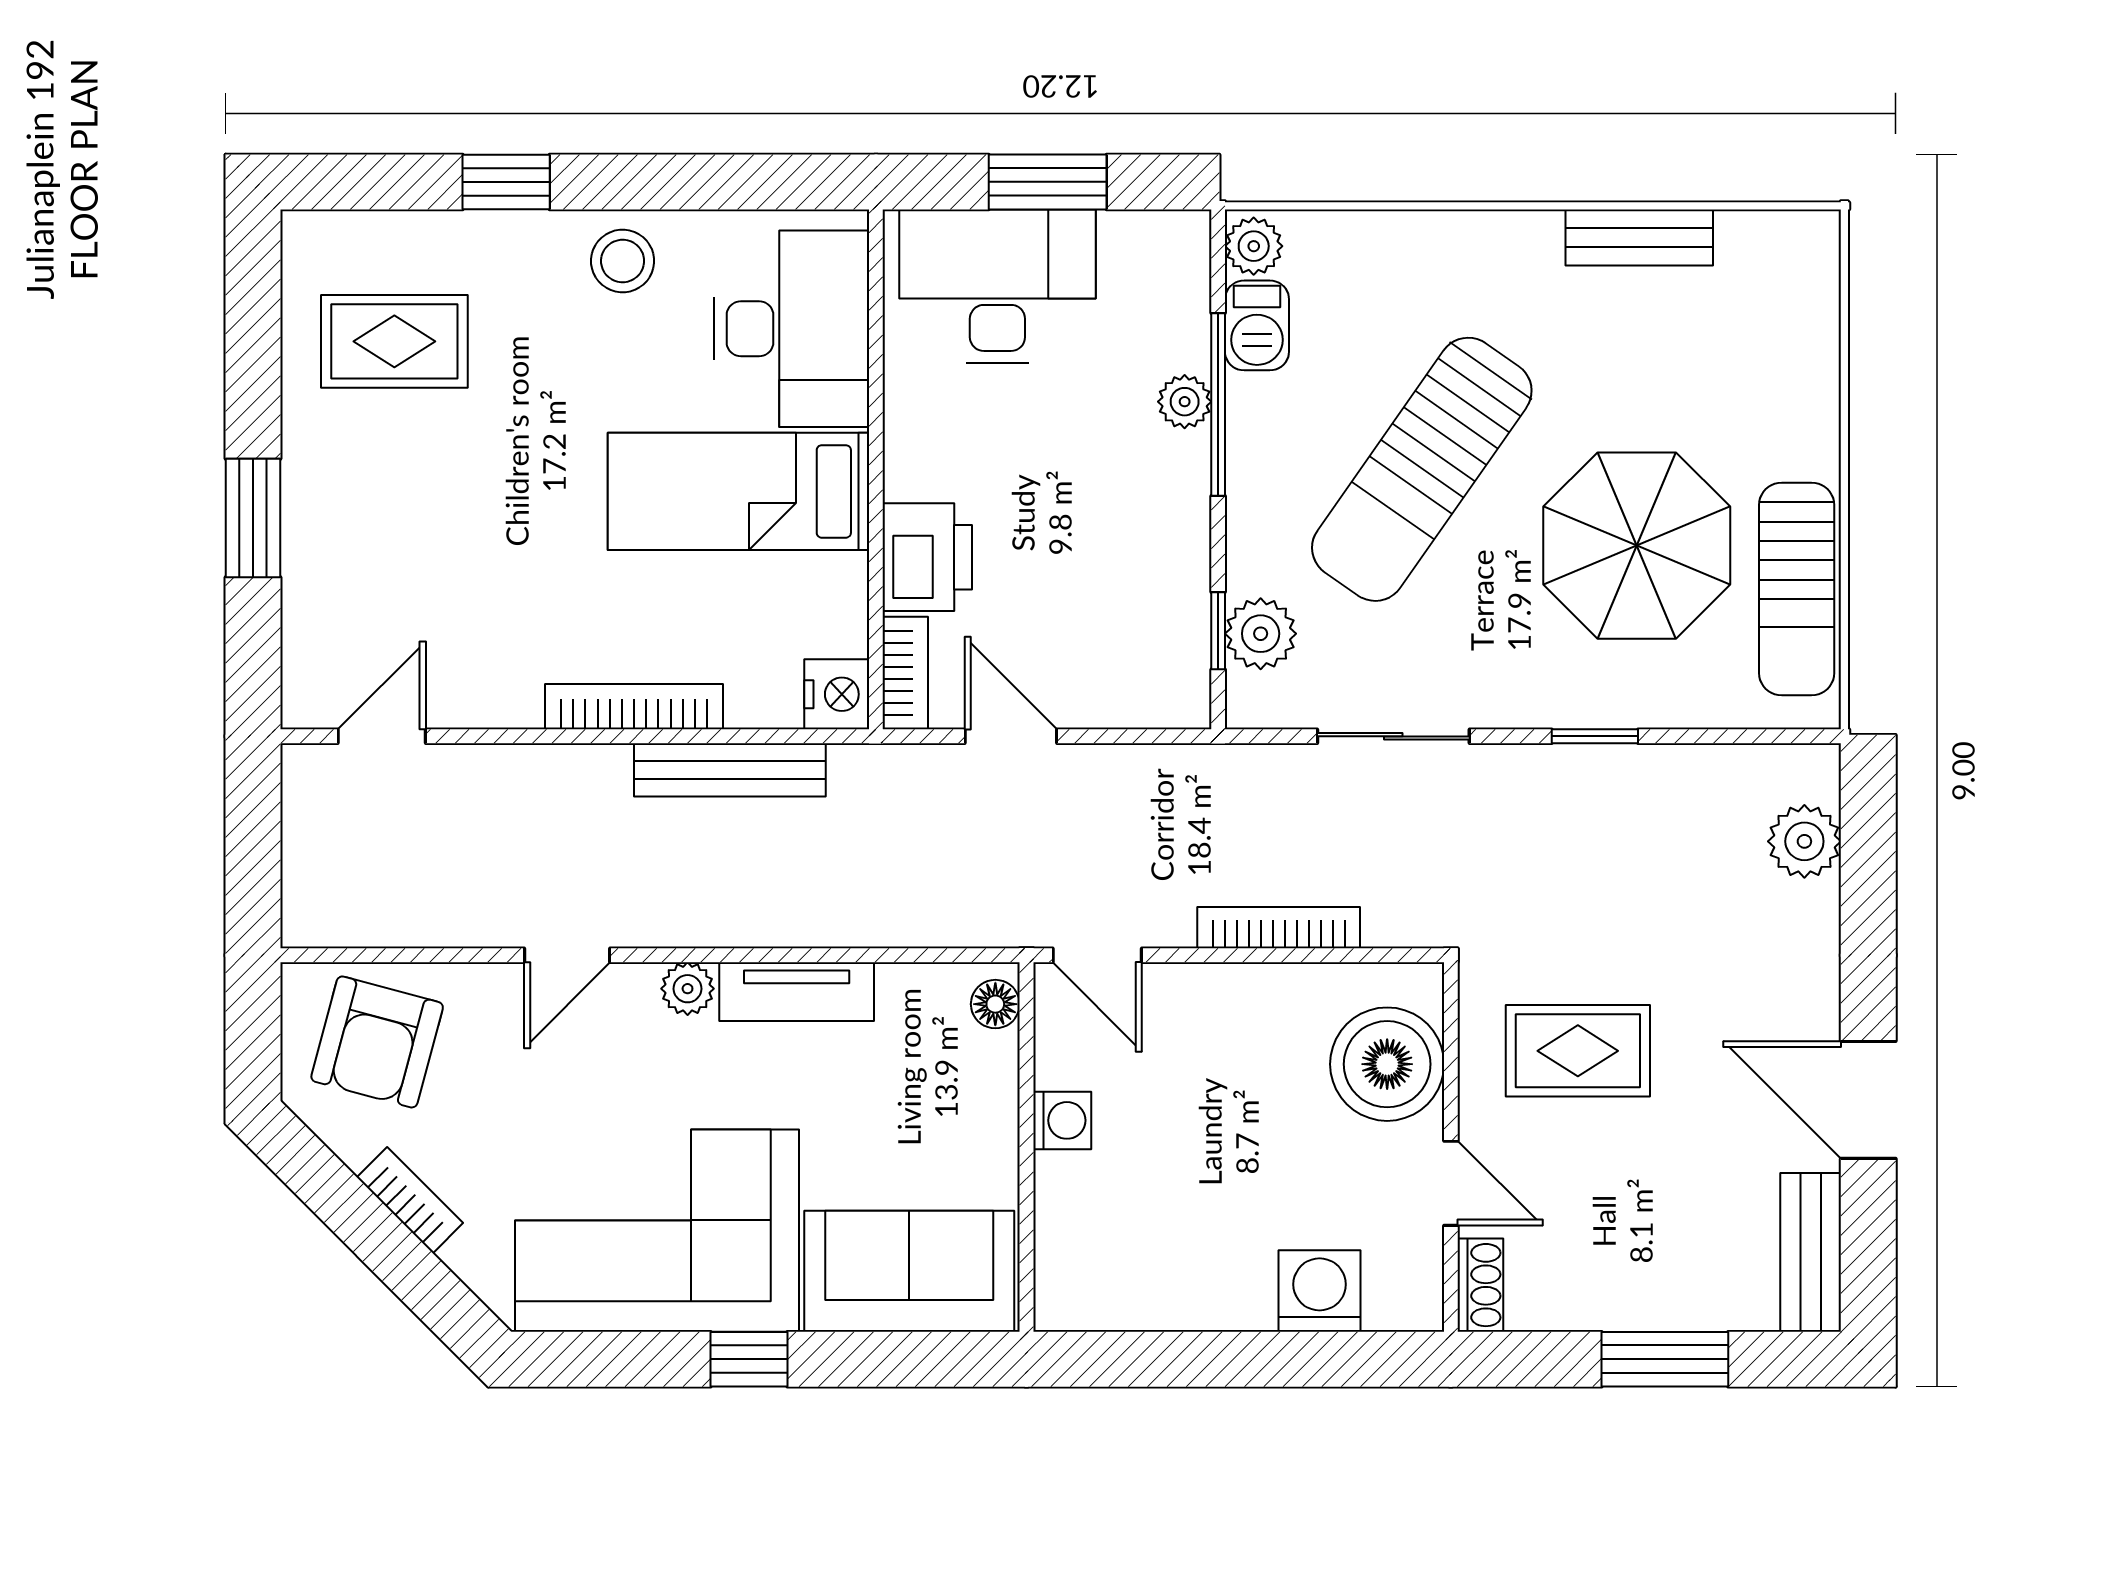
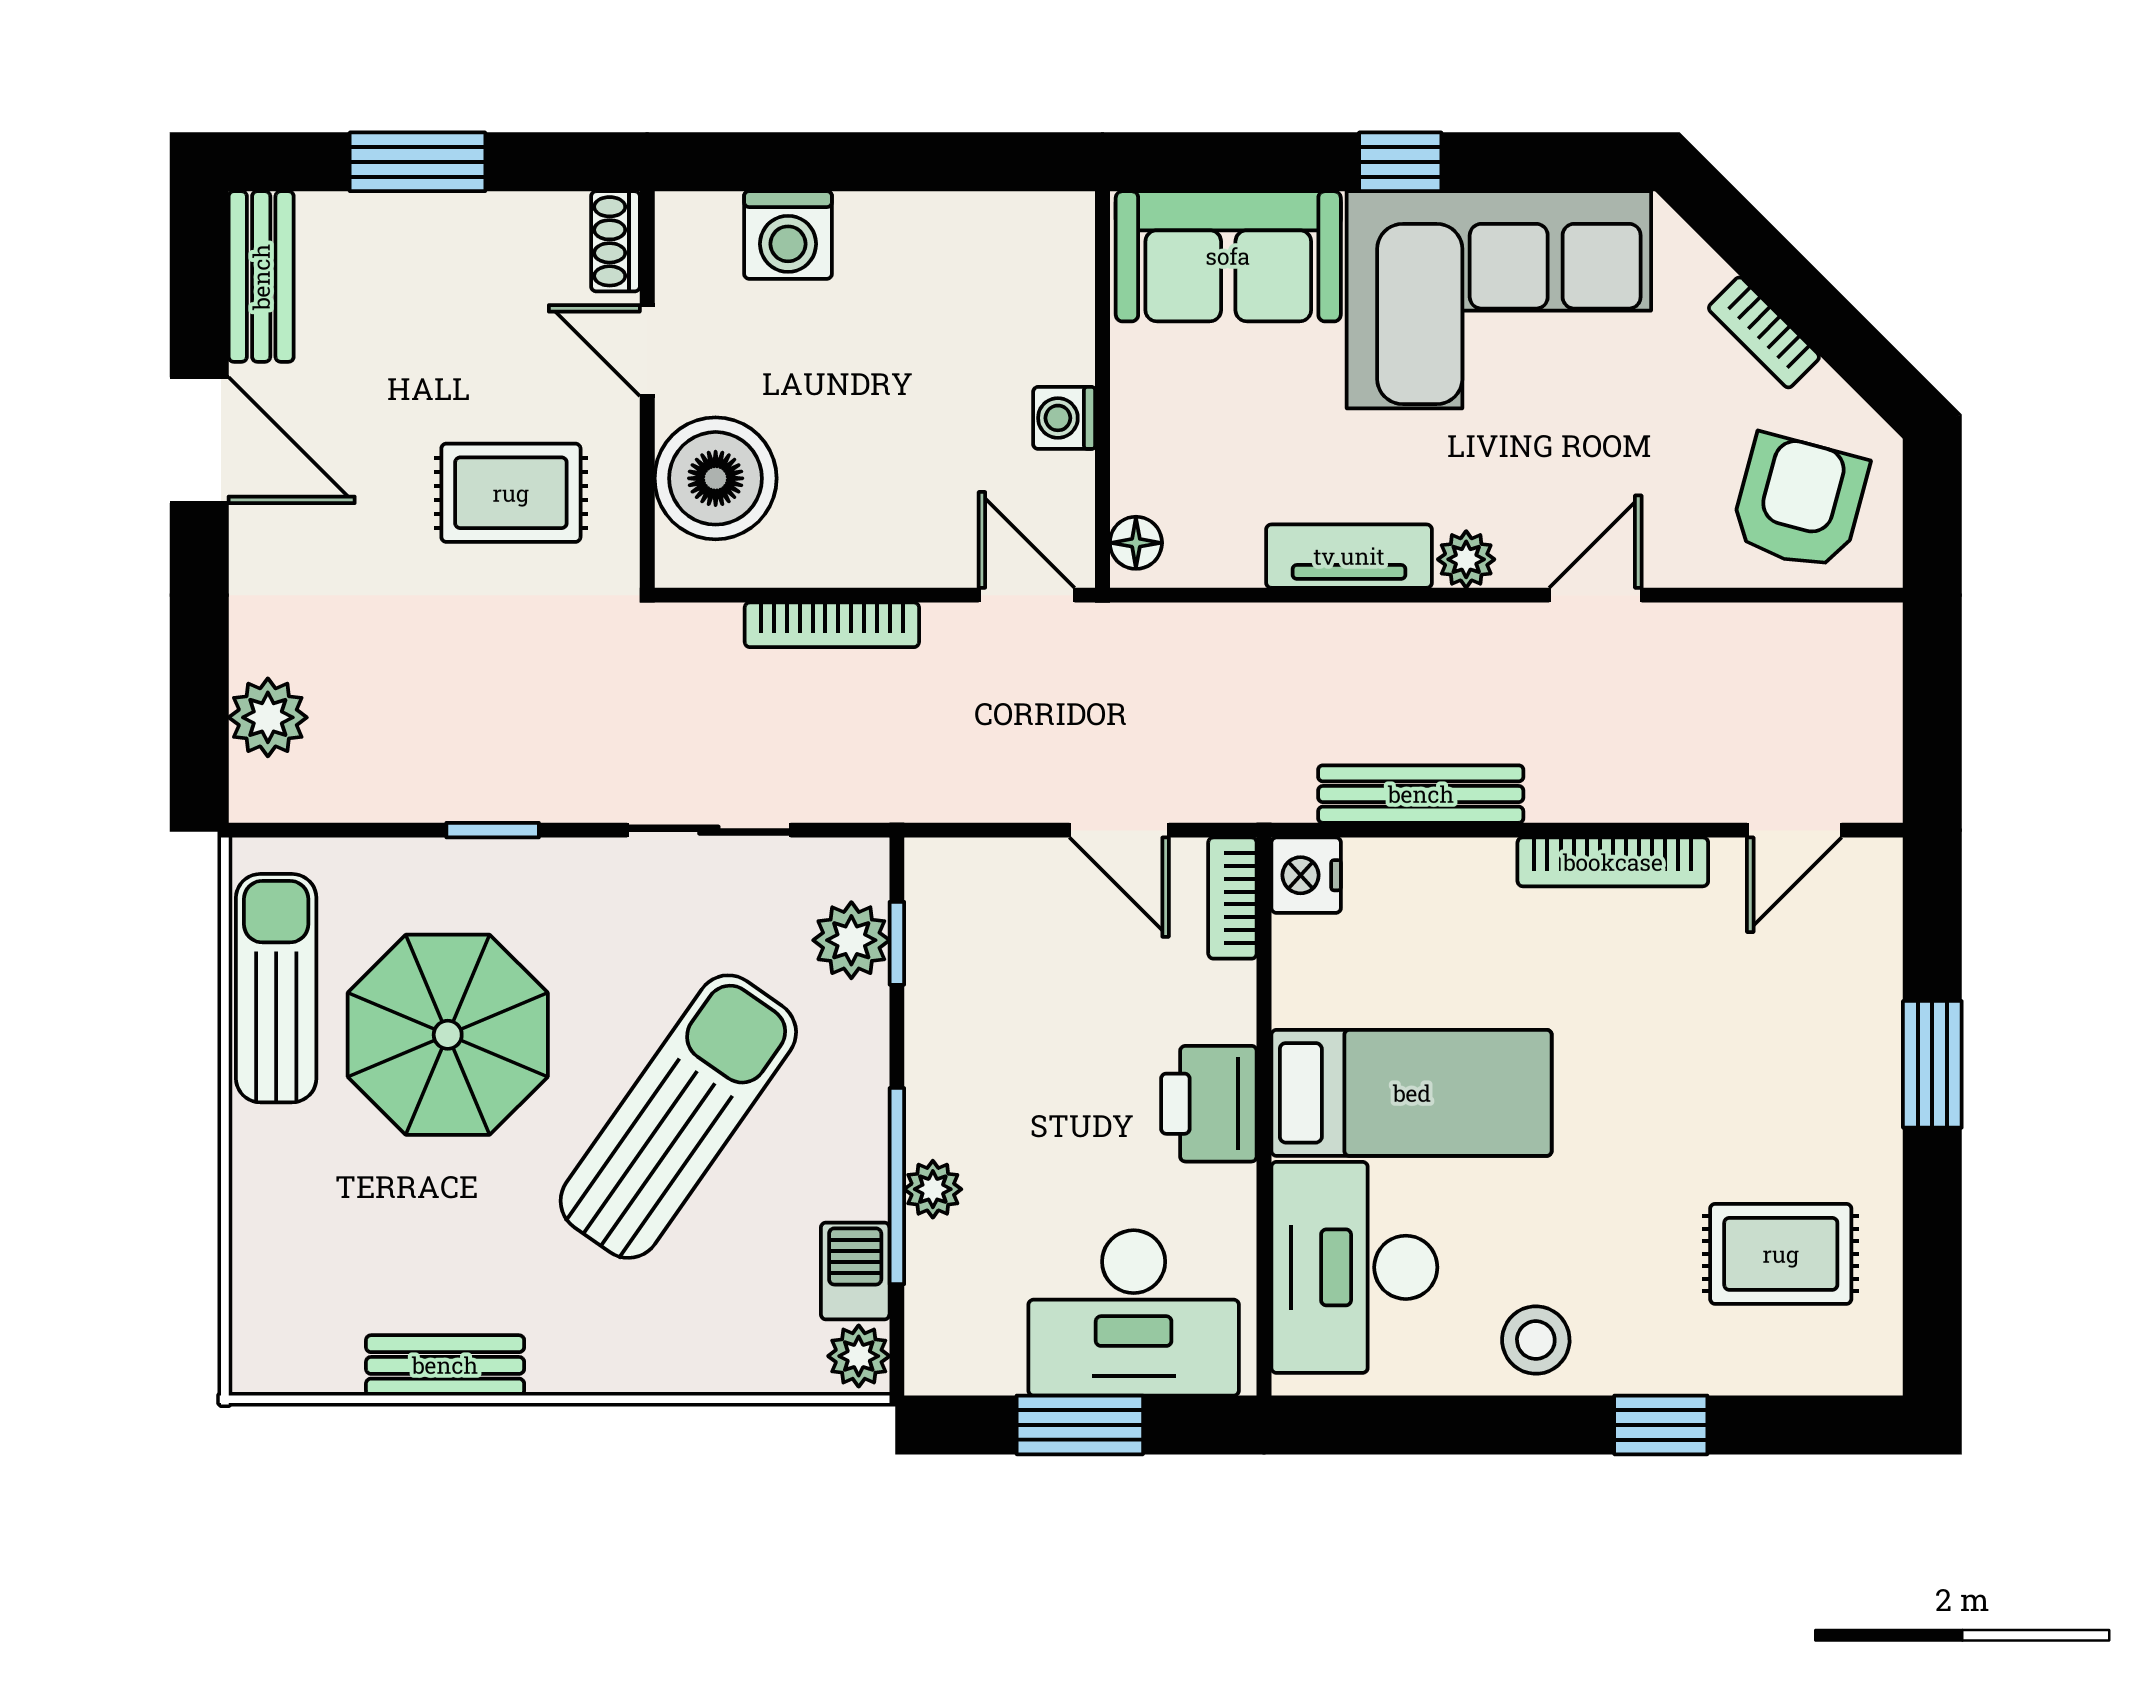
printer: (927, 557) -> (1209, 1104), moved
bookcase: (634, 707) -> (1613, 862), moved

